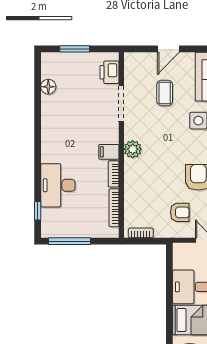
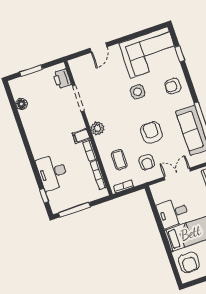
coffee table: (165, 93) -> (119, 160), moved
armchair: (180, 212) -> (147, 162), turned 90

